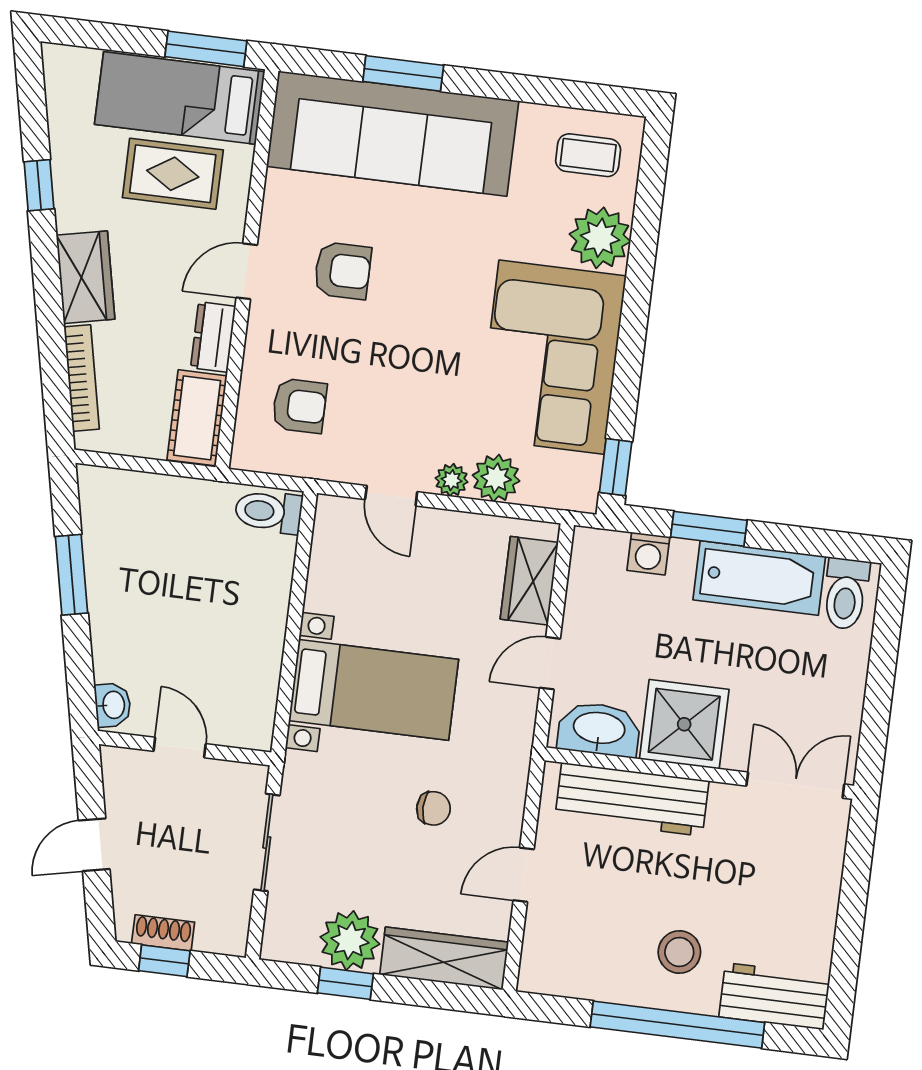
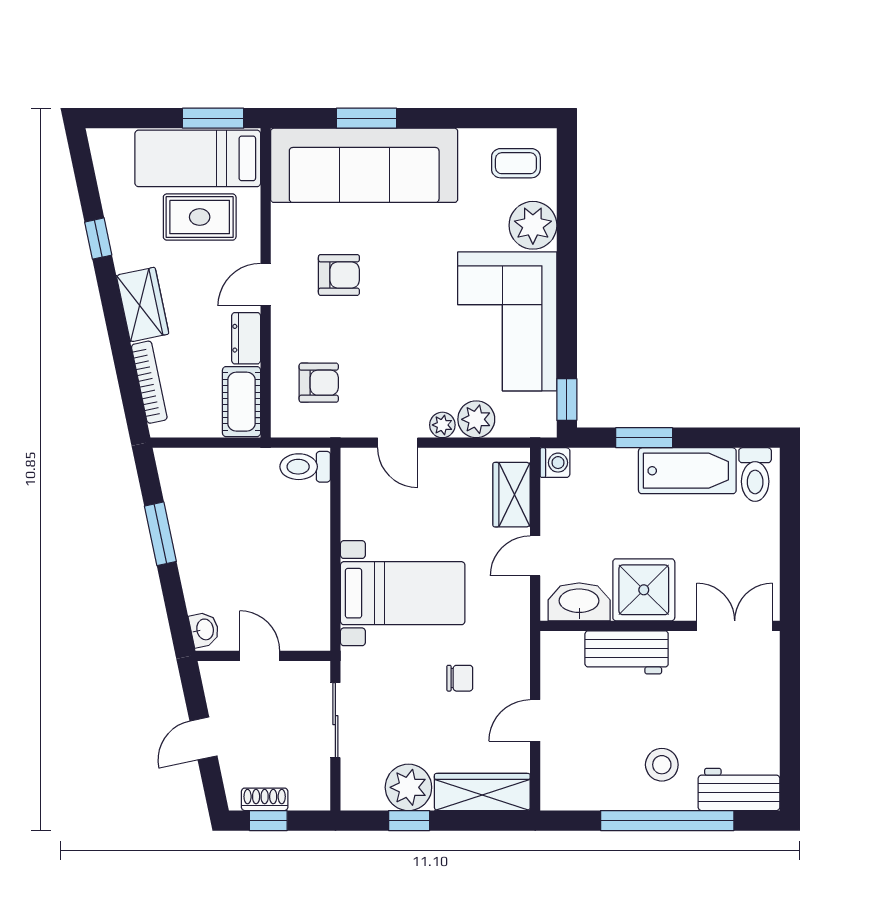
washing machine: (648, 554) -> (555, 463), moved, turned -90
workbench: (632, 799) -> (627, 652), width x0.73

